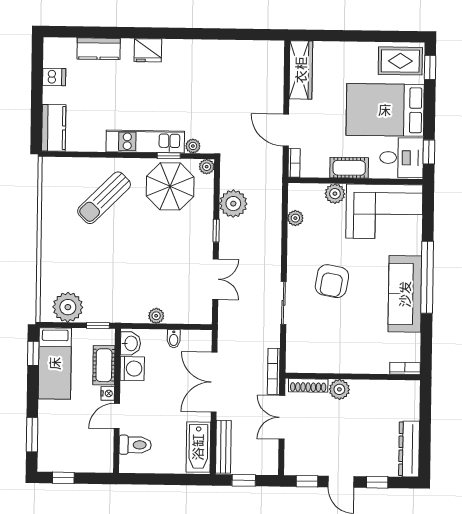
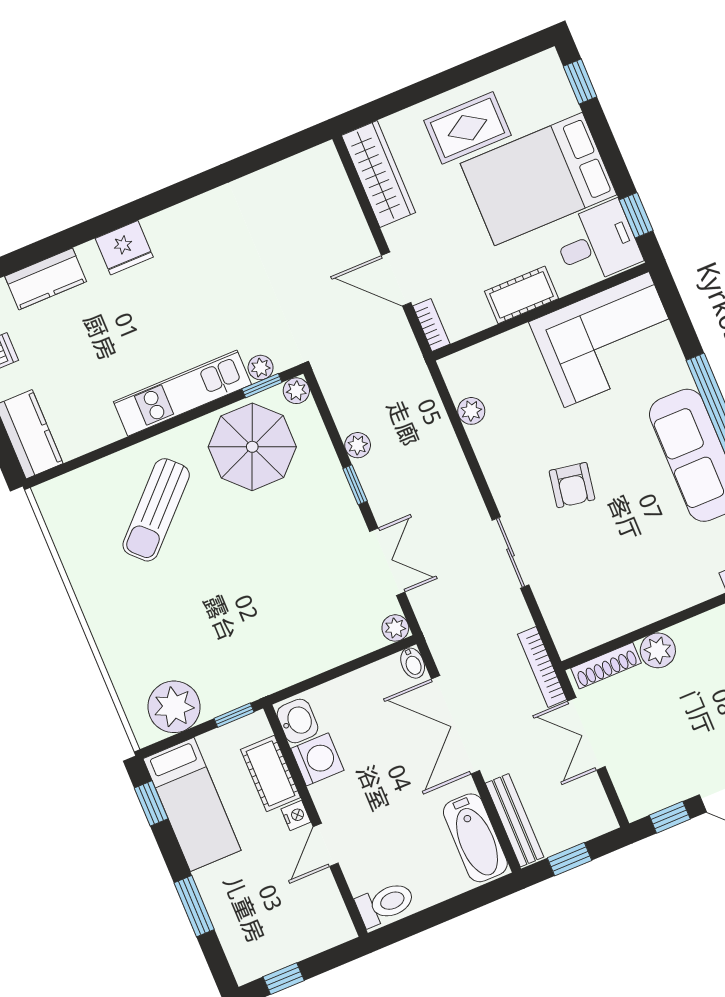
rug: (400, 61) -> (468, 128), moved
window: (169, 156) -> (262, 386), moved
plant: (335, 194) -> (517, 345), removed
plant: (233, 204) -> (358, 445), width x0.53, depth x0.53
armchair: (332, 281) -> (572, 485), width x0.72, depth x0.72
plant: (156, 316) -> (395, 628), moved
bidet: (174, 339) -> (413, 663), moved
window: (32, 435) -> (194, 906), moved
toilet: (135, 445) -> (385, 904), moved

